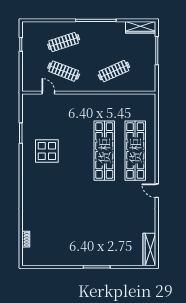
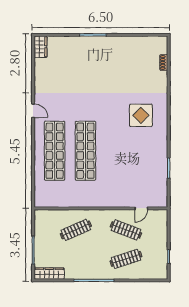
door: (48, 93) -> (141, 208), hinge flipped
display table: (47, 151) -> (141, 115), moved
wardrobe: (149, 249) -> (41, 47), width x0.67

